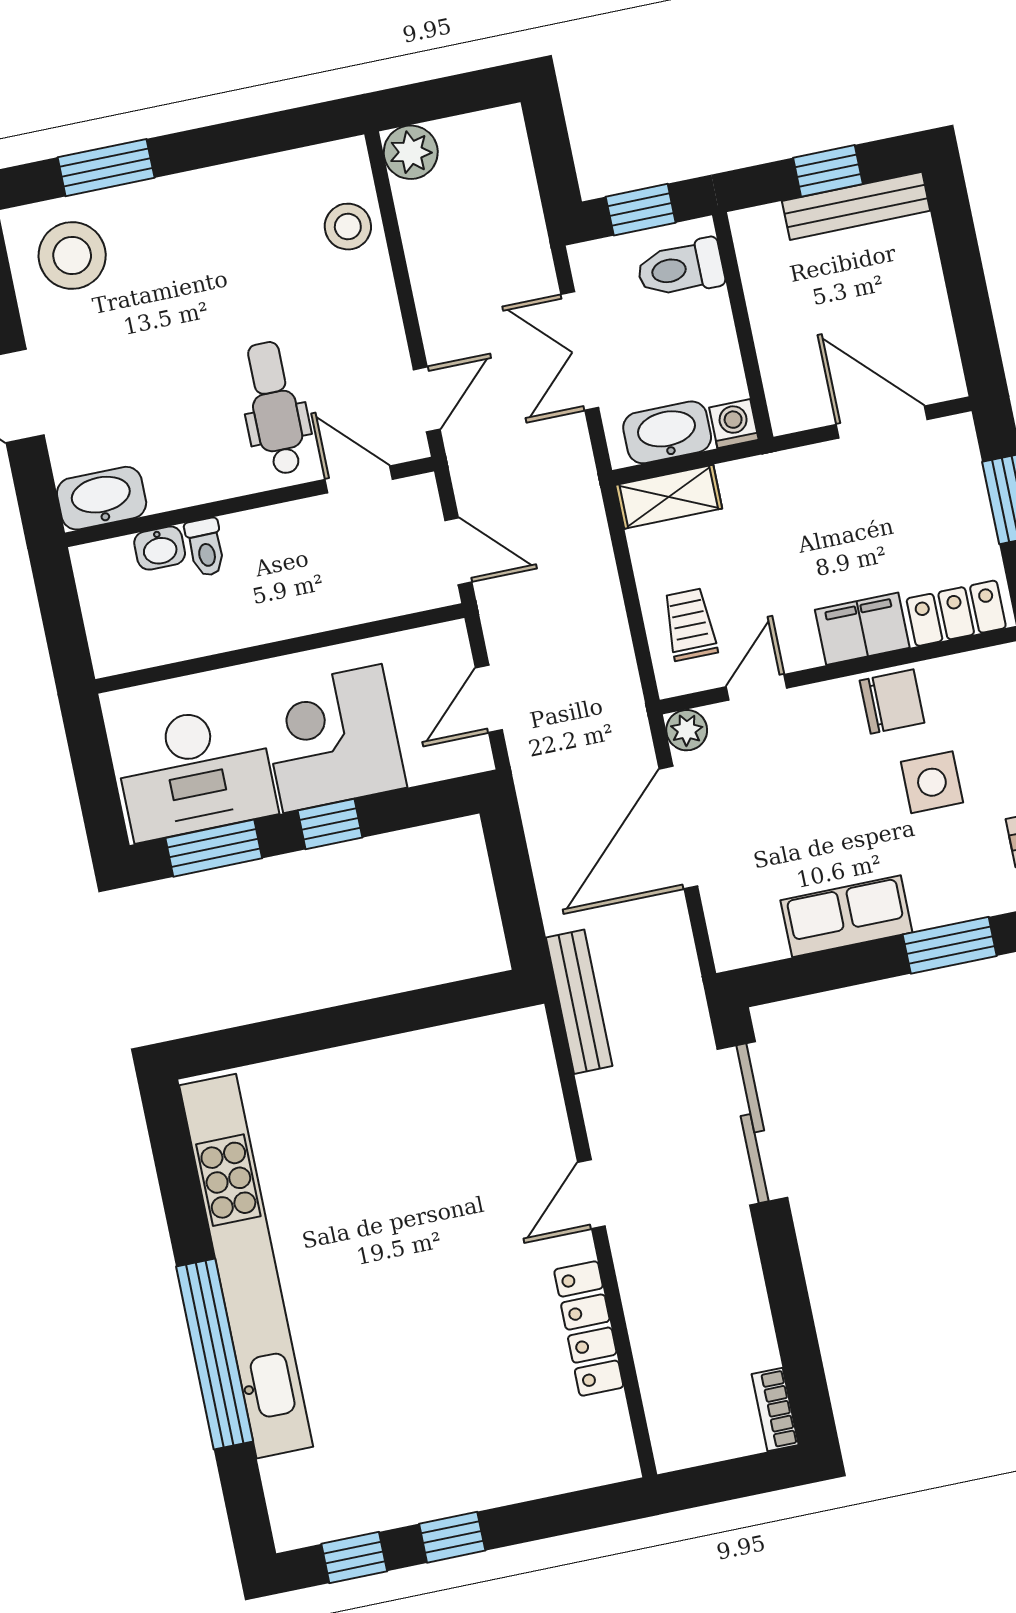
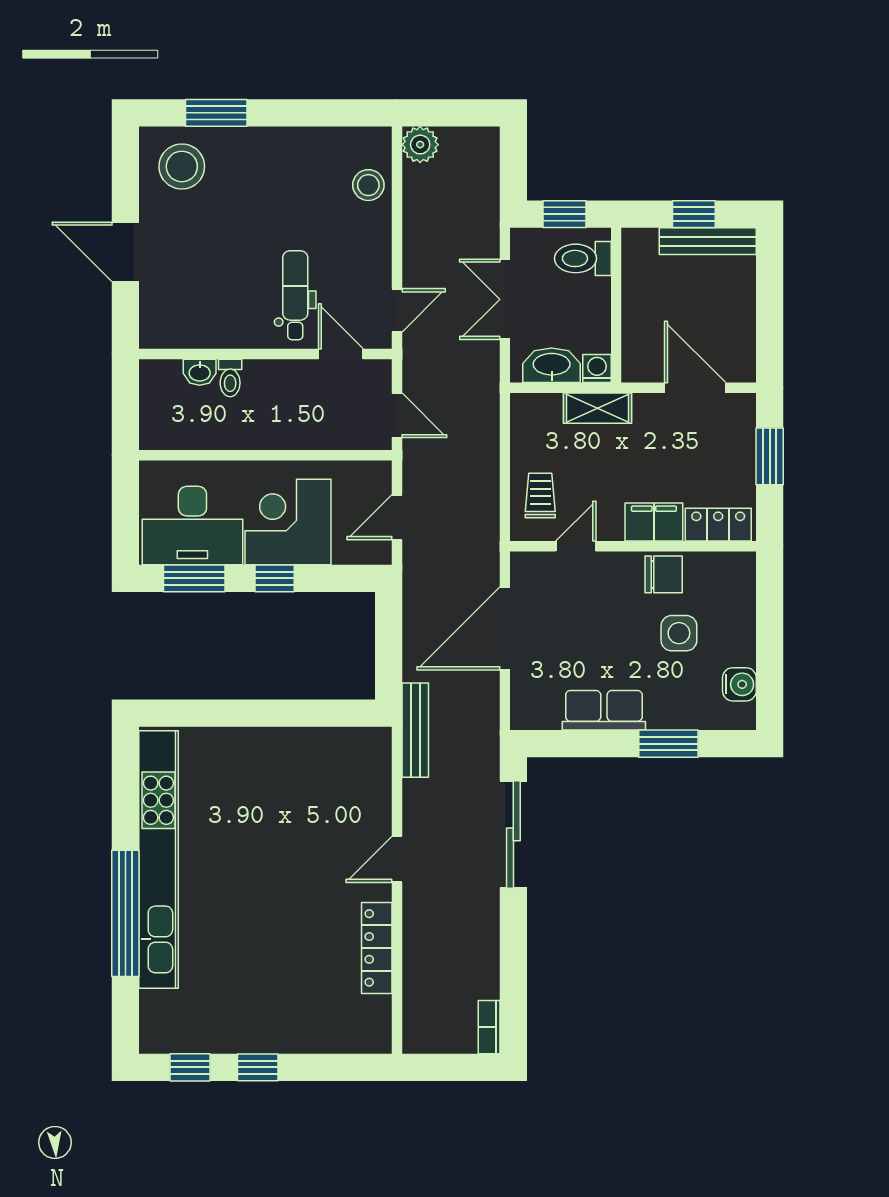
shelving: (669, 497) -> (597, 408), moved
washbasin: (102, 498) -> (168, 331), removed
plant: (687, 730) -> (524, 565), removed

